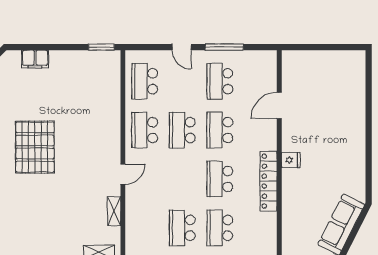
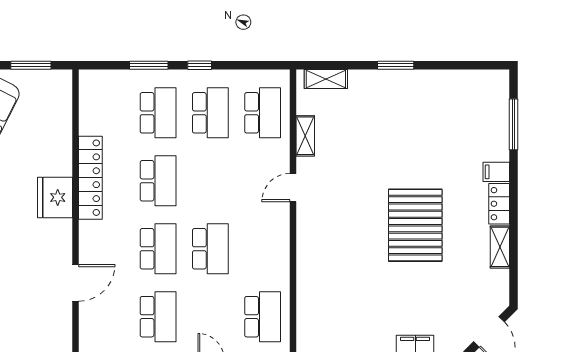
school desk: (145, 130) -> (263, 113), moved
fridge: (291, 160) -> (55, 197), width x1.88, depth x1.34

